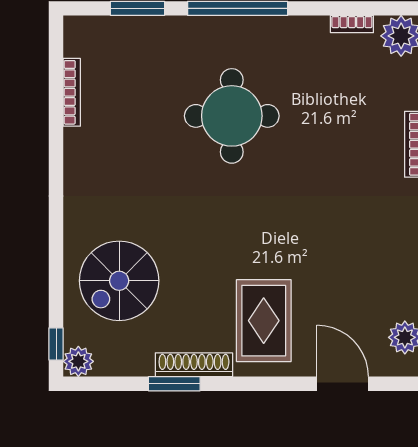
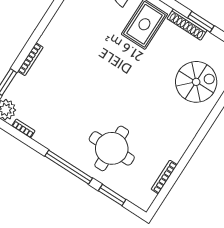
round table: (232, 116) -> (112, 148), moved

